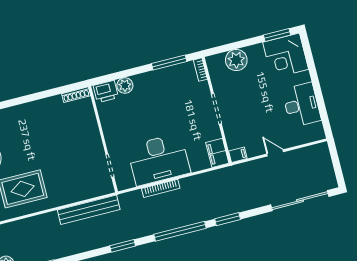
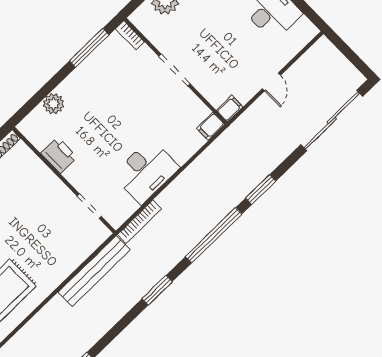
printer: (106, 91) -> (59, 155), moved, turned -90
filing cabinet: (217, 153) -> (211, 126), width x0.50
door: (275, 153) -> (271, 82), swing flipped
desk: (159, 159) -> (146, 171), width x0.73, depth x0.77
bookcase: (161, 188) -> (139, 222), moved

